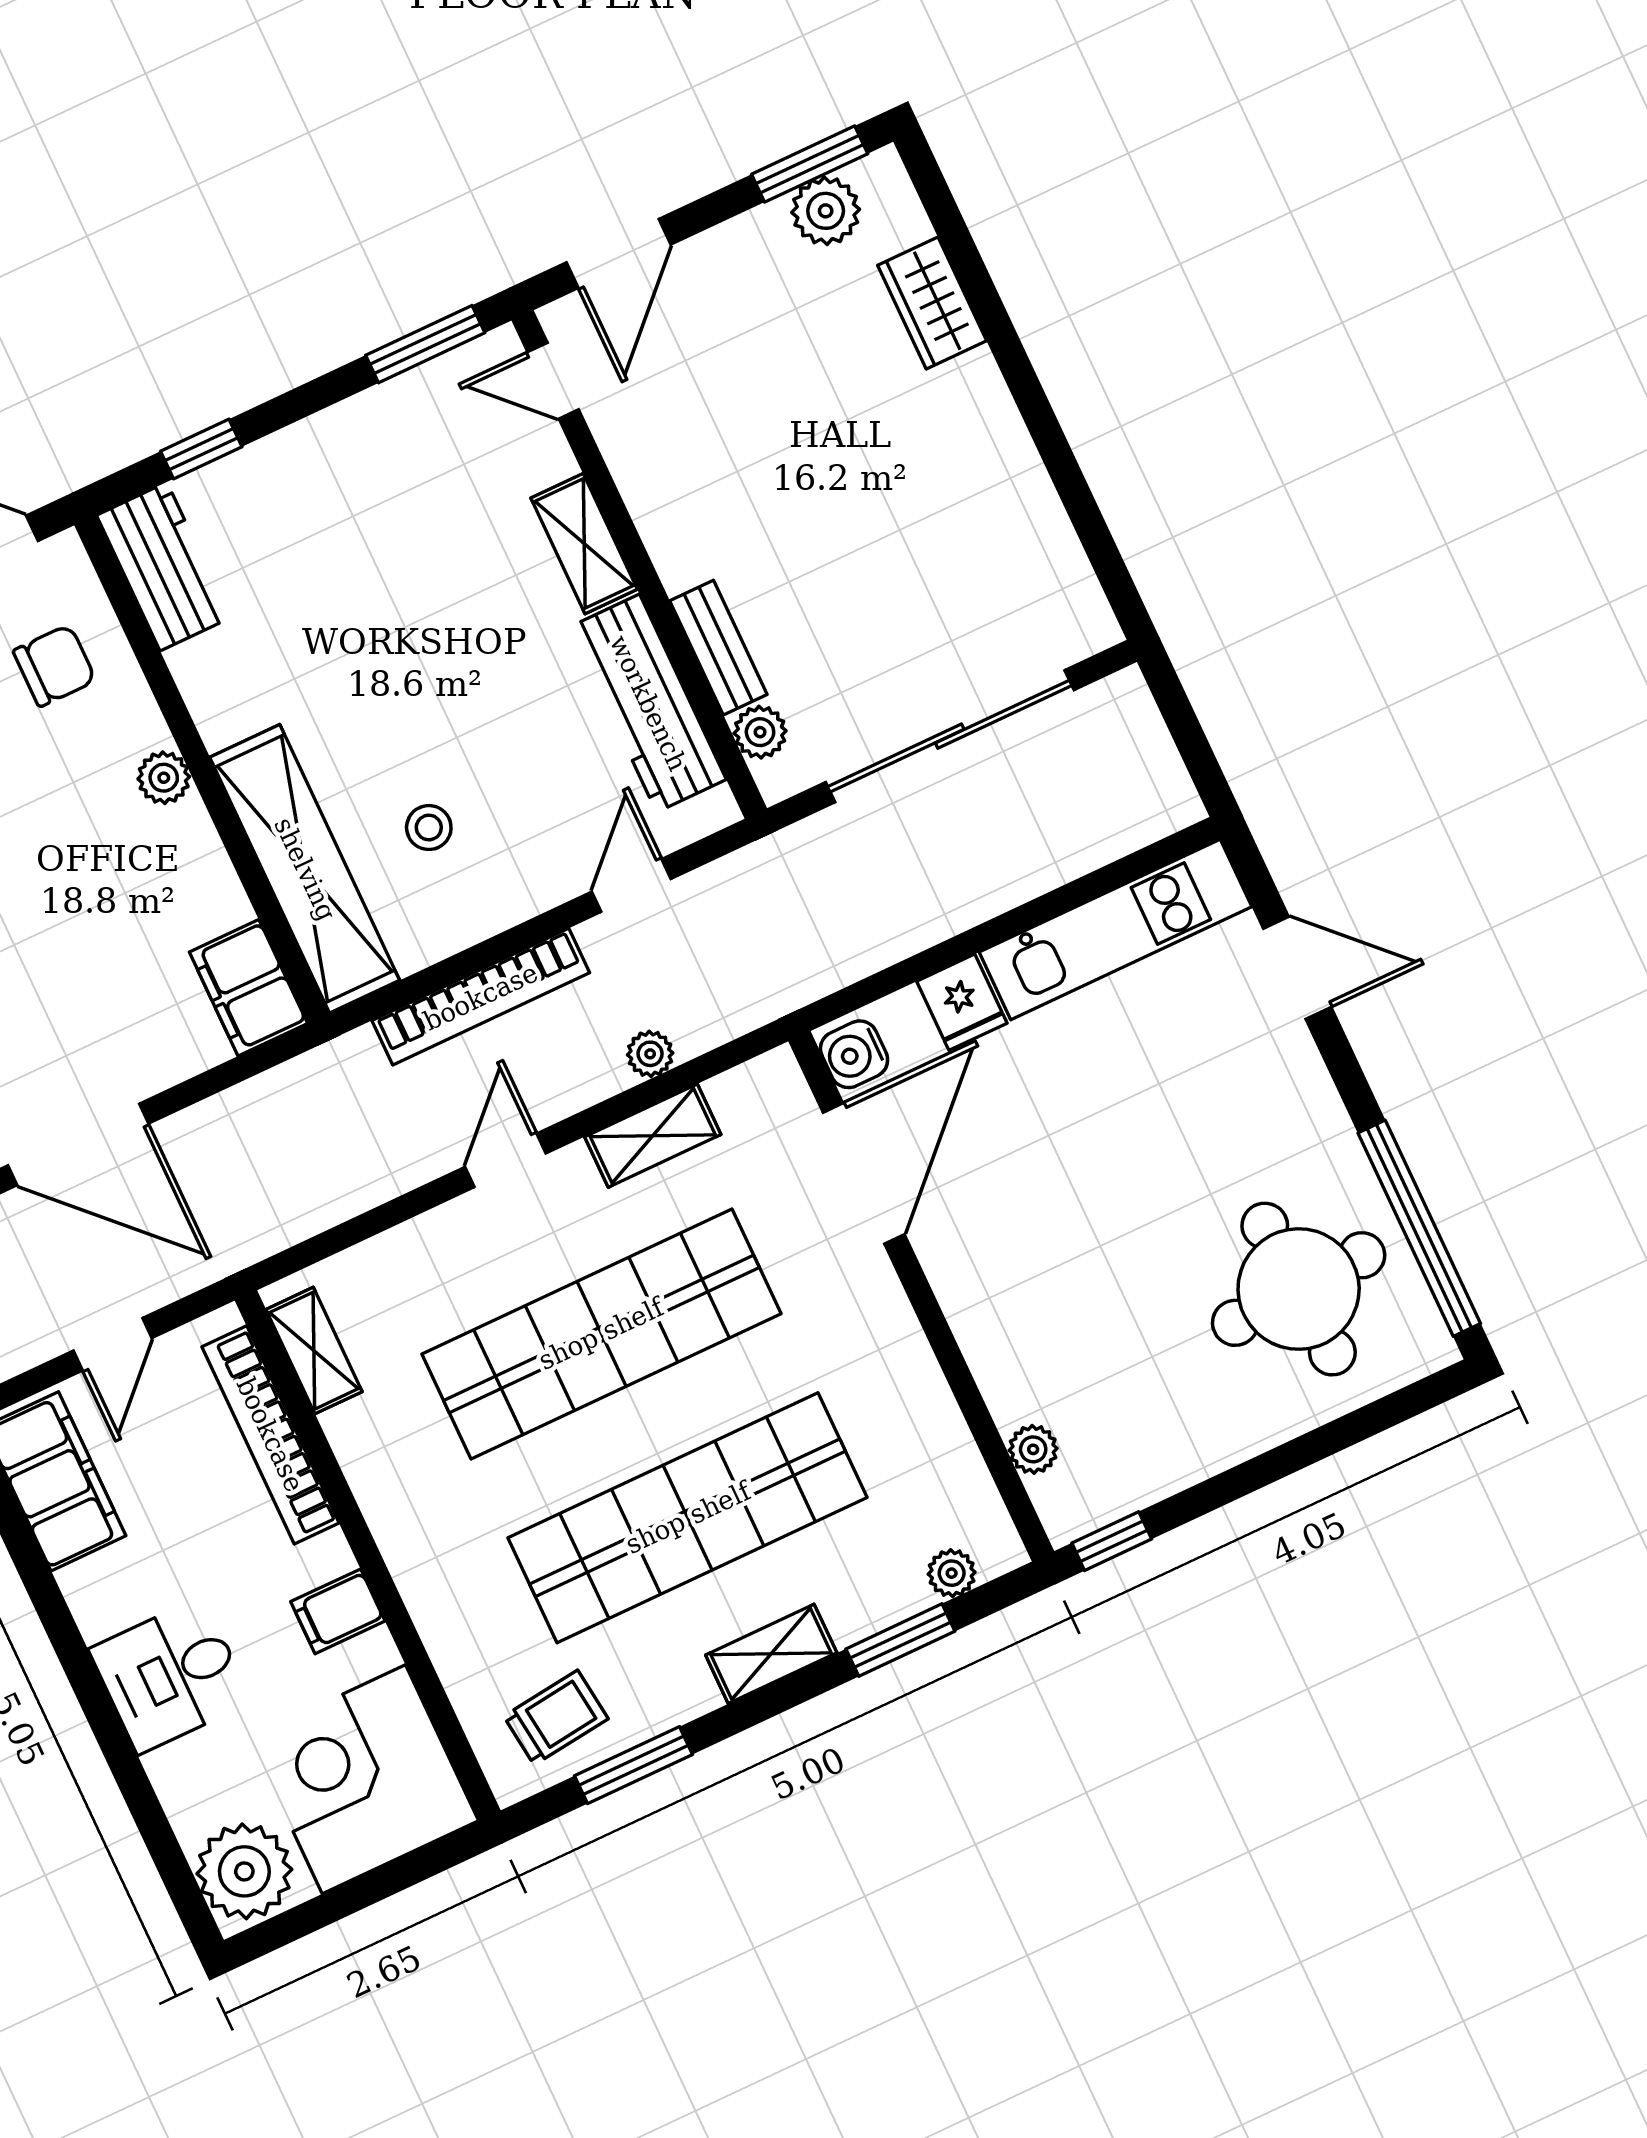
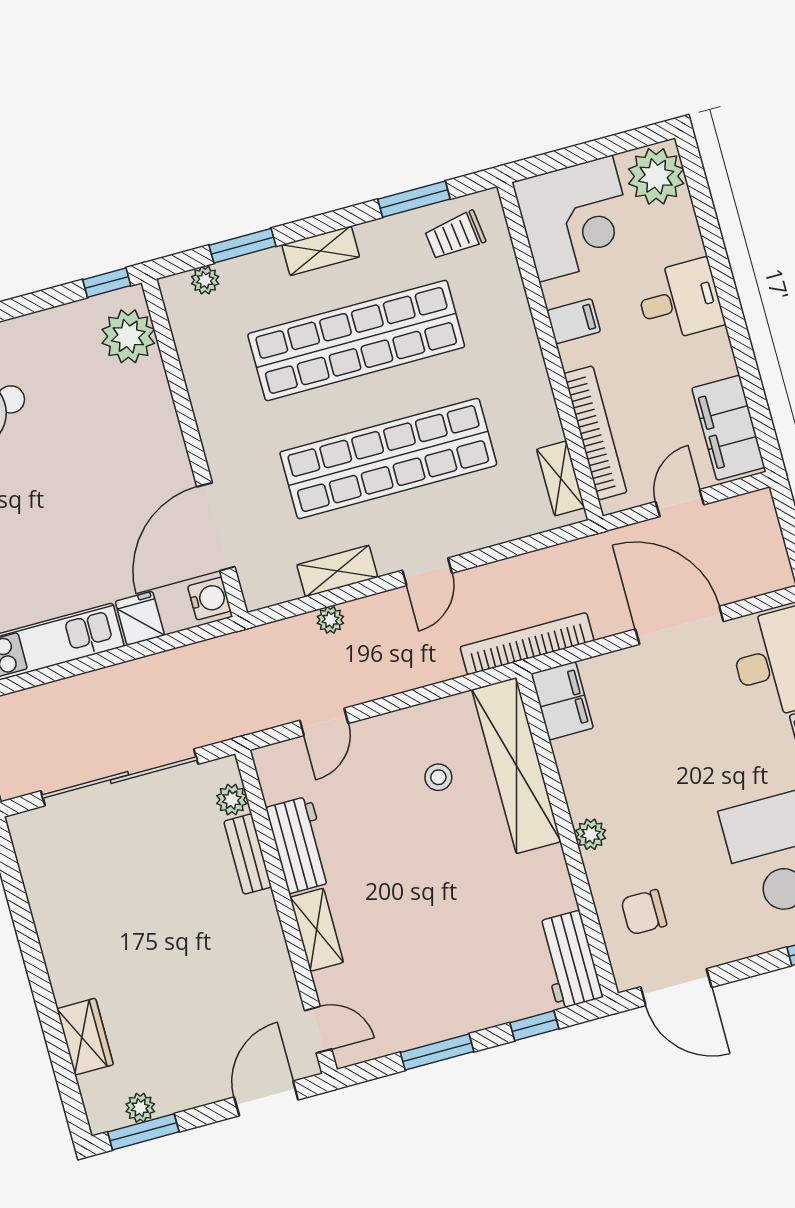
plant: (826, 211) -> (140, 1108), width x0.73, depth x0.73
window: (425, 344) -> (437, 1052), moved
workbench: (648, 703) -> (300, 845), width x0.73
bookcase: (481, 997) -> (527, 644), moved
plant: (1033, 1449) -> (128, 336), width x1.88, depth x1.88

